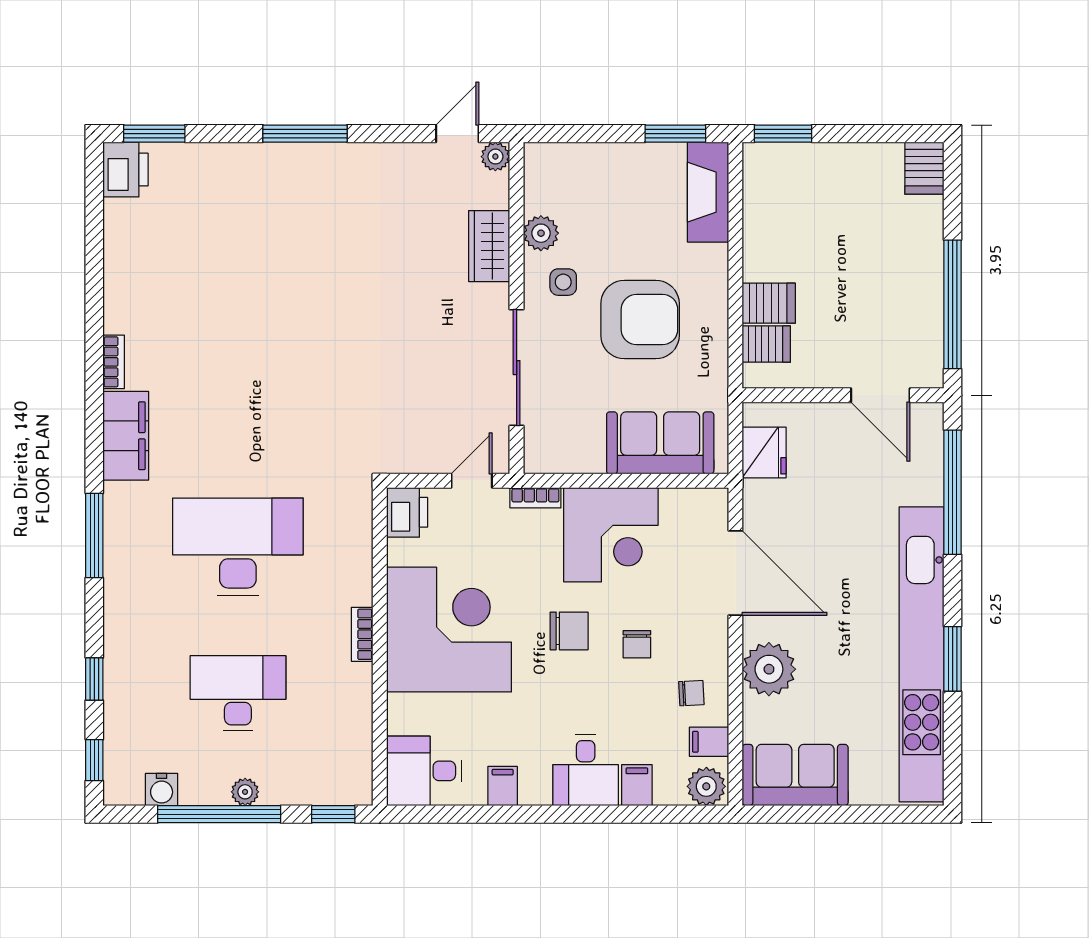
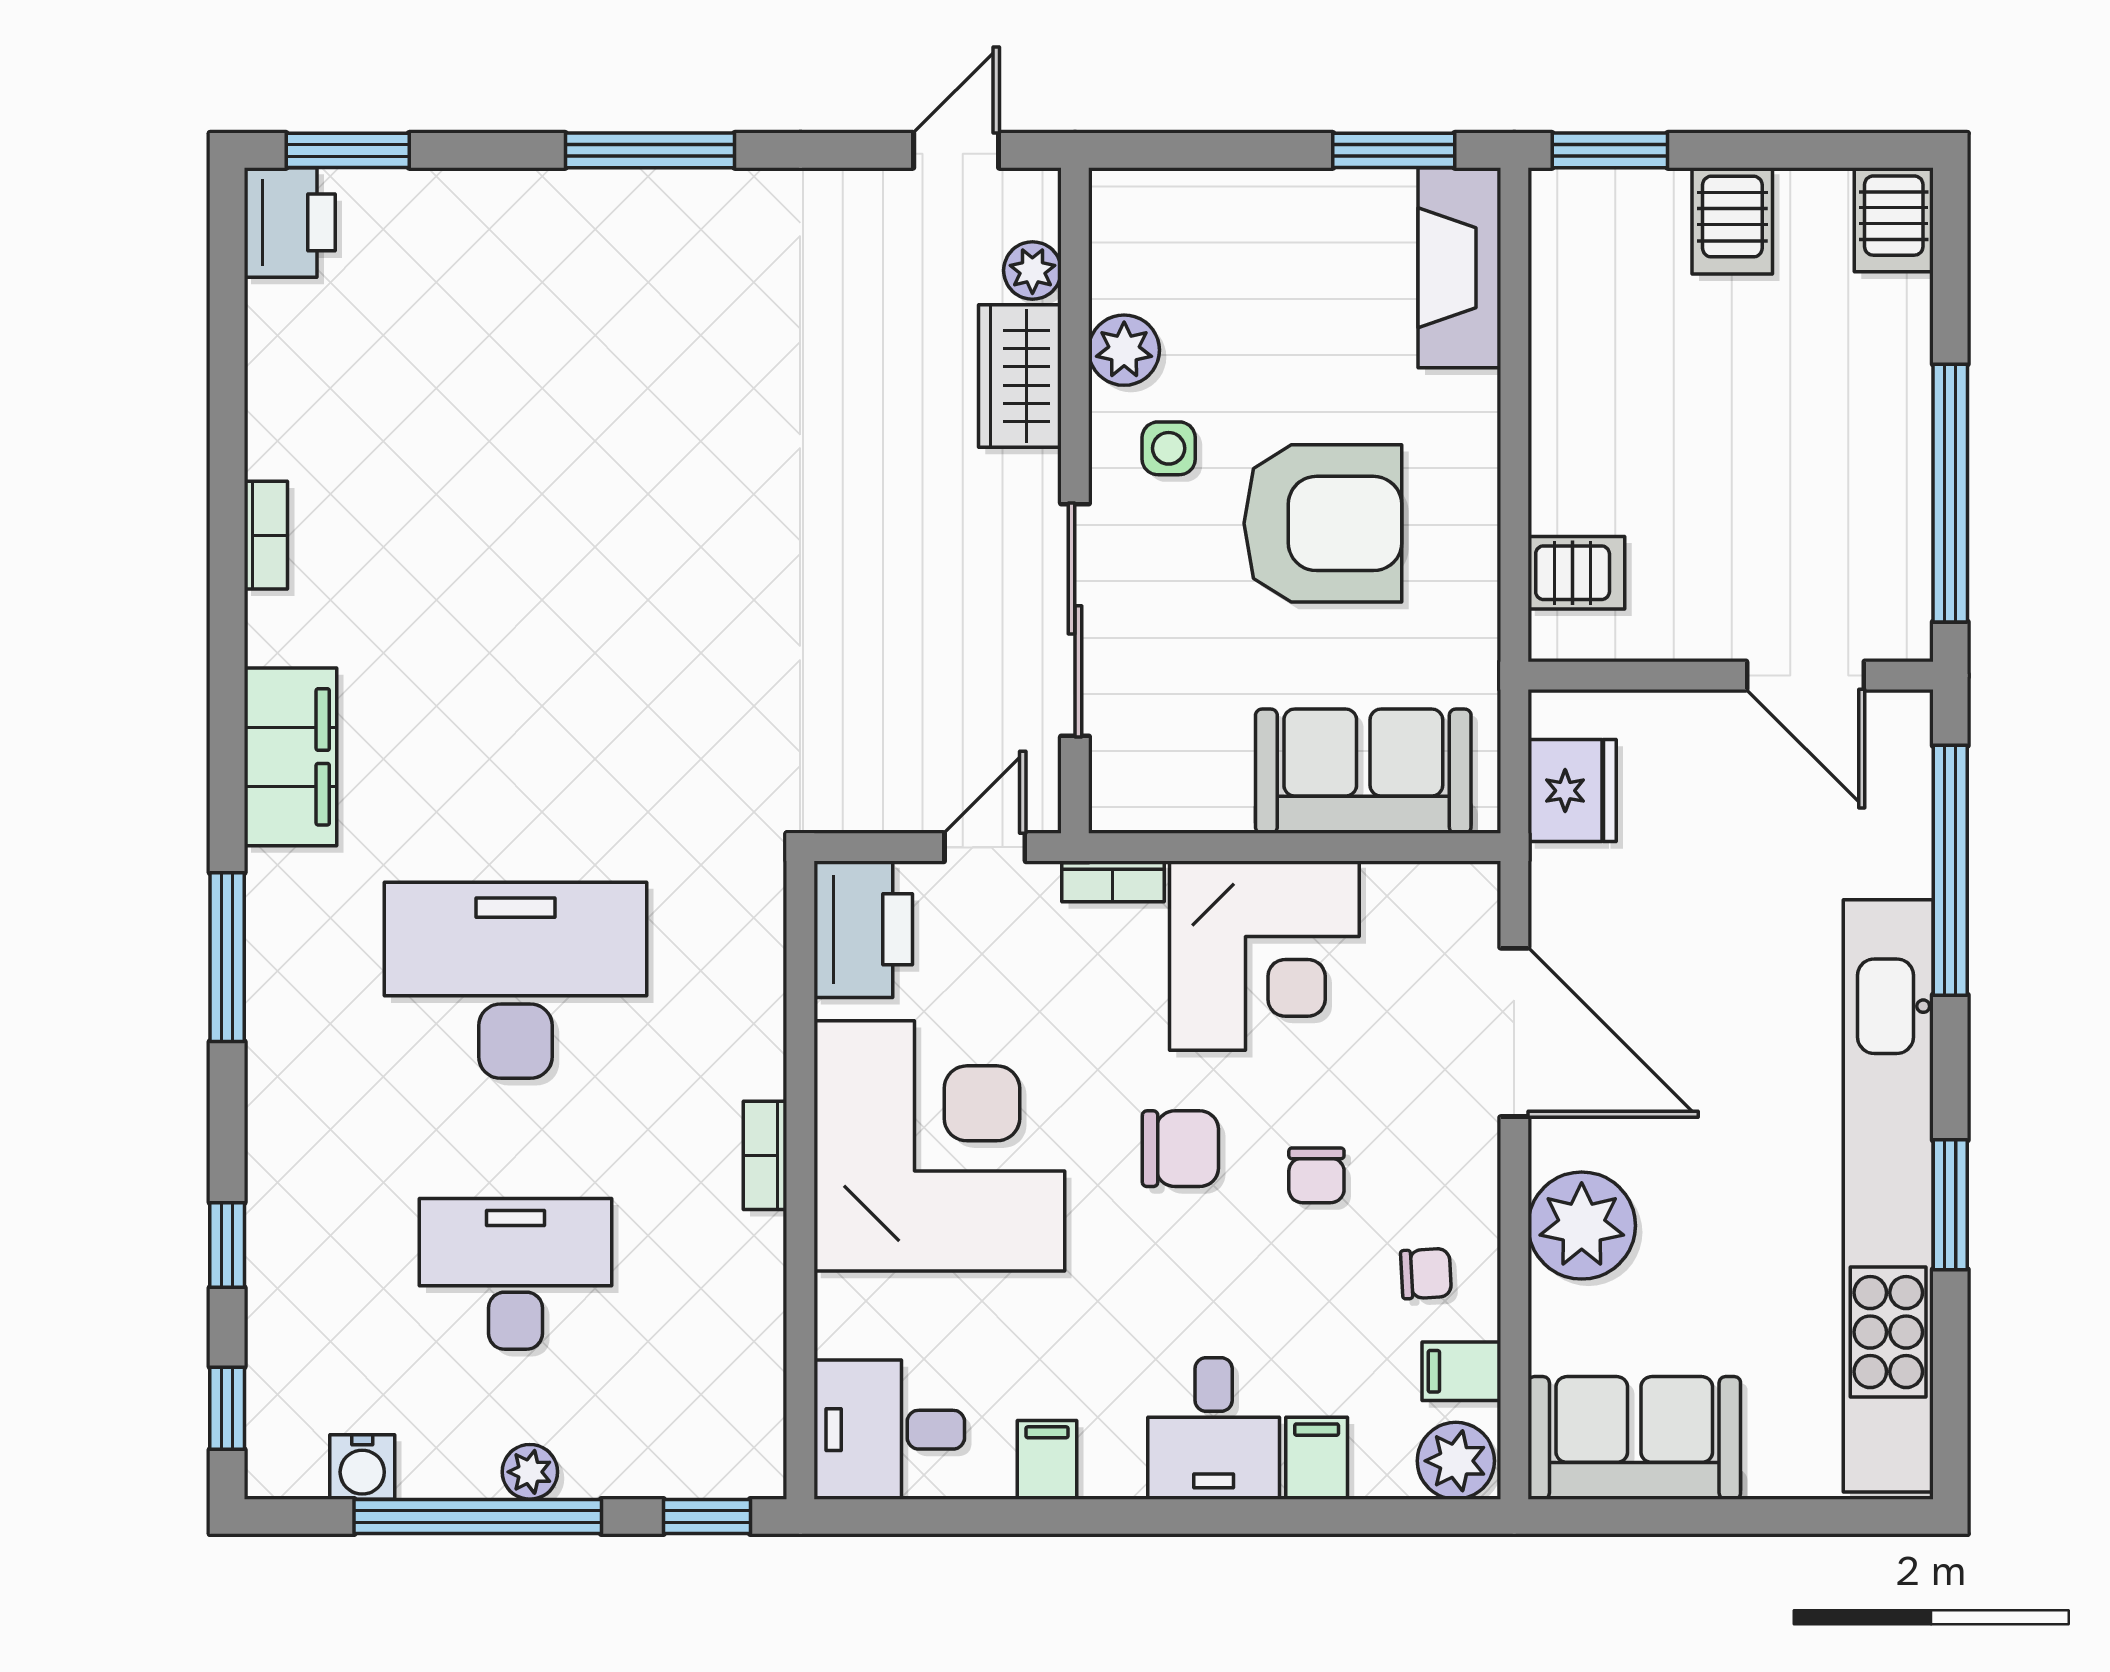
plant: (495, 157) -> (1032, 270), moved
server rack: (769, 303) -> (1732, 221), moved, turned 90
bookcase: (114, 362) -> (266, 535), moved
printer: (407, 512) -> (863, 929), width x1.37, depth x1.19

